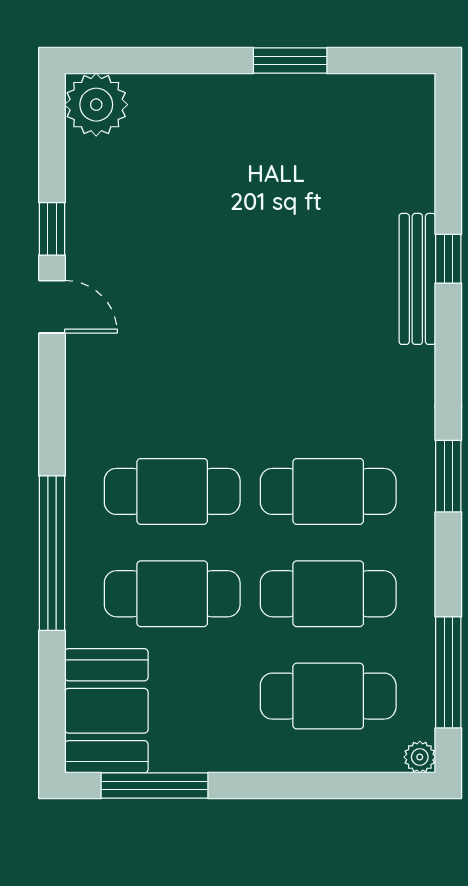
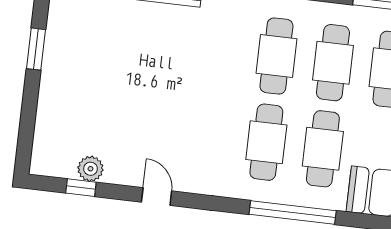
plant: (96, 105) -> (91, 169), moved, width x0.73, depth x0.73
window: (52, 229) -> (81, 188), moved
door: (52, 307) -> (157, 197), hinge flipped

